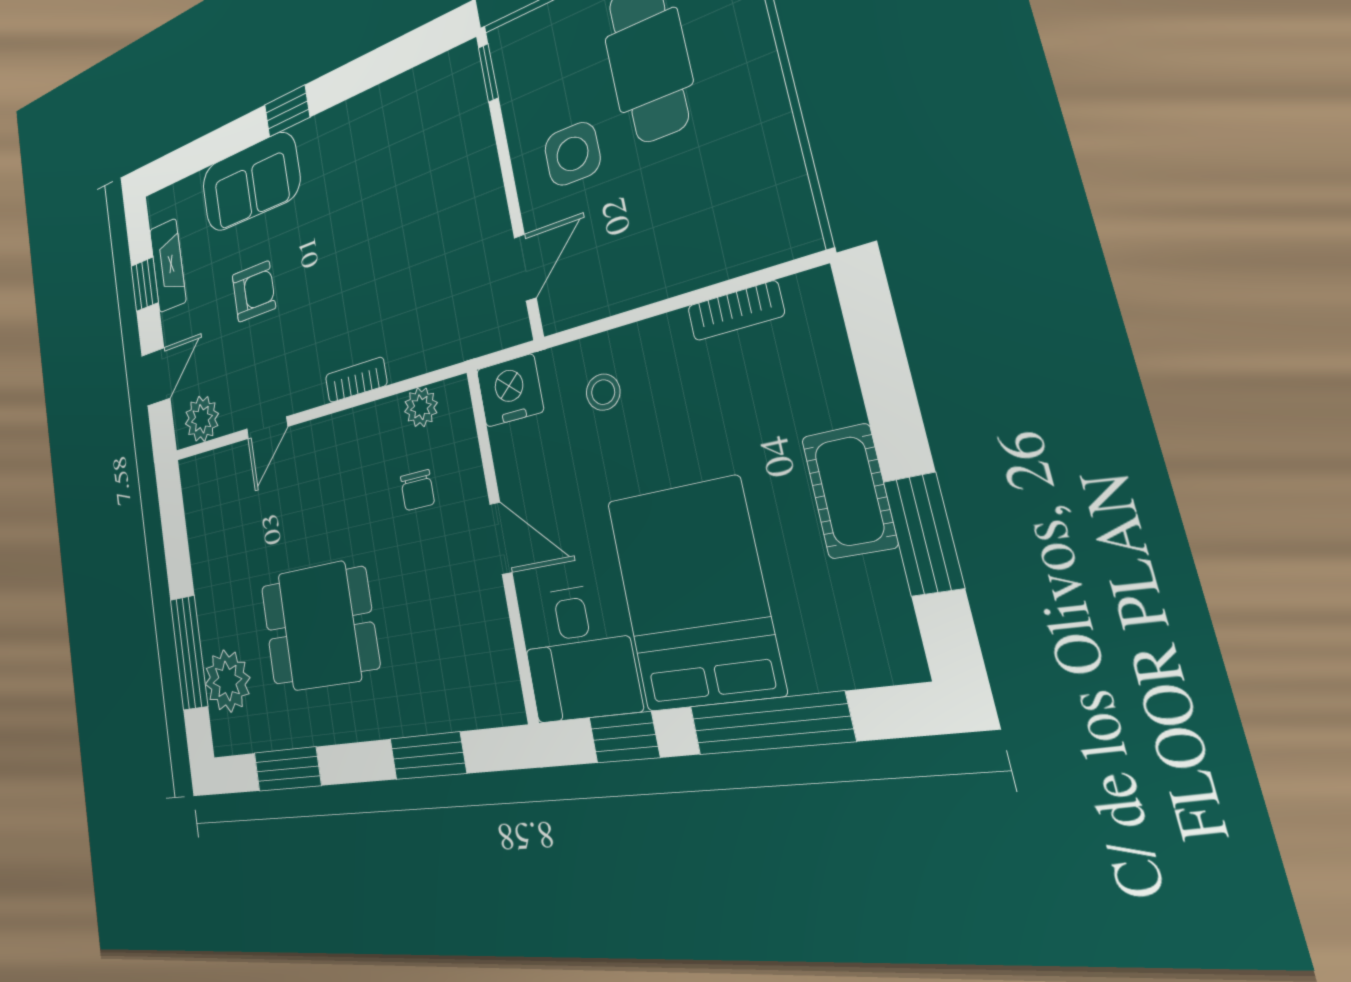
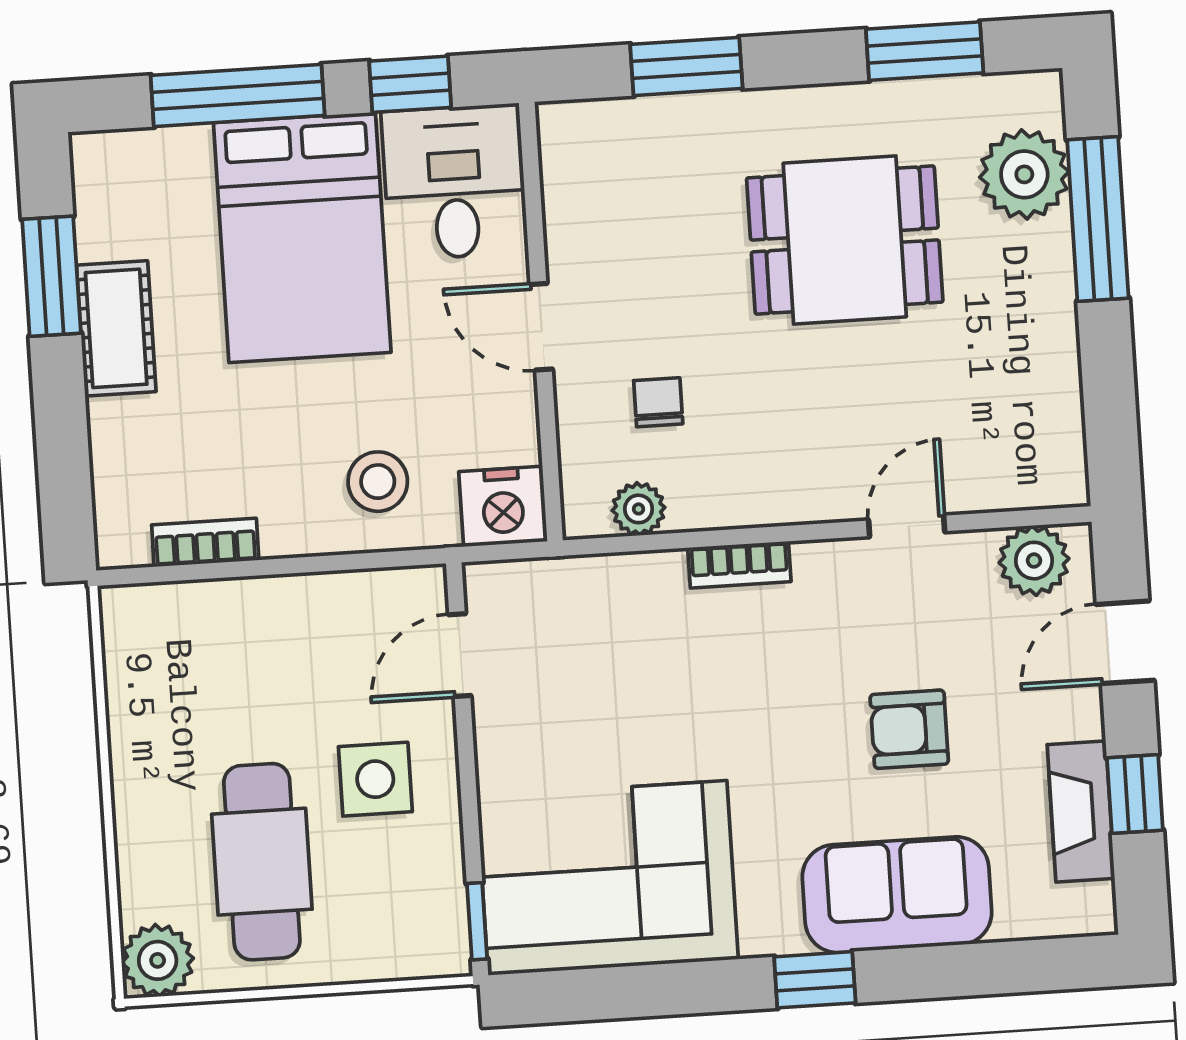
corner sofa: (410, 135) -> (608, 878), added
stool: (603, 392) -> (378, 482), width x1.37, depth x1.37

